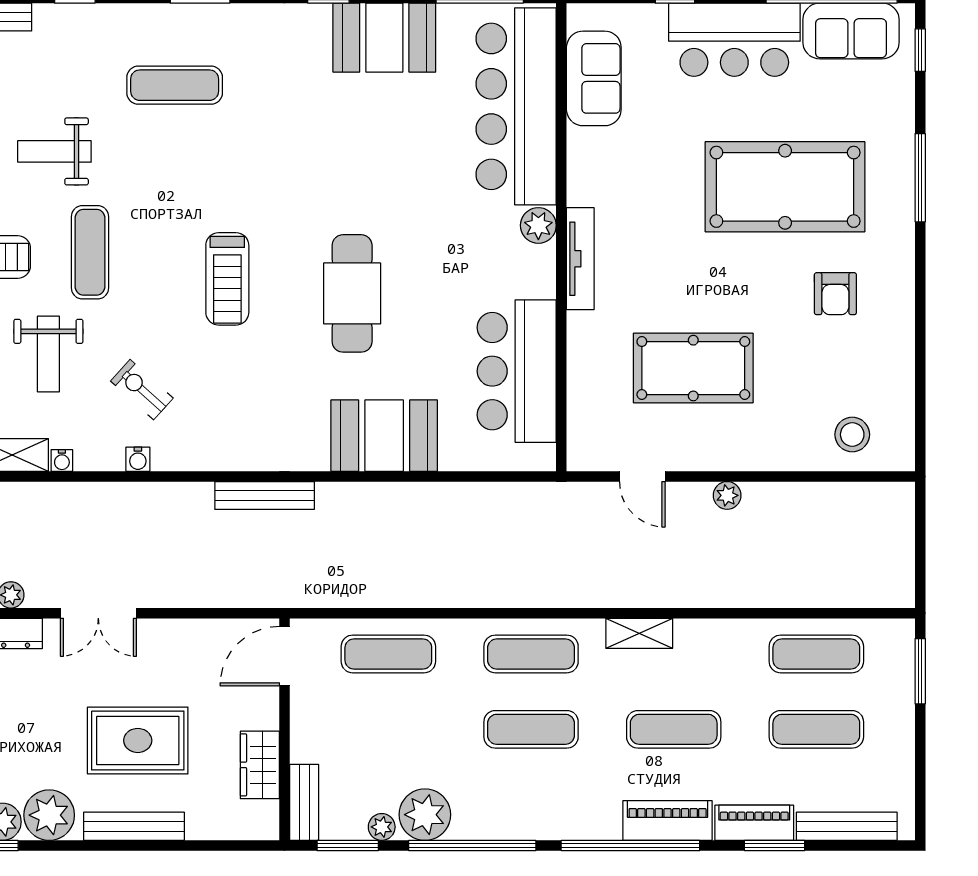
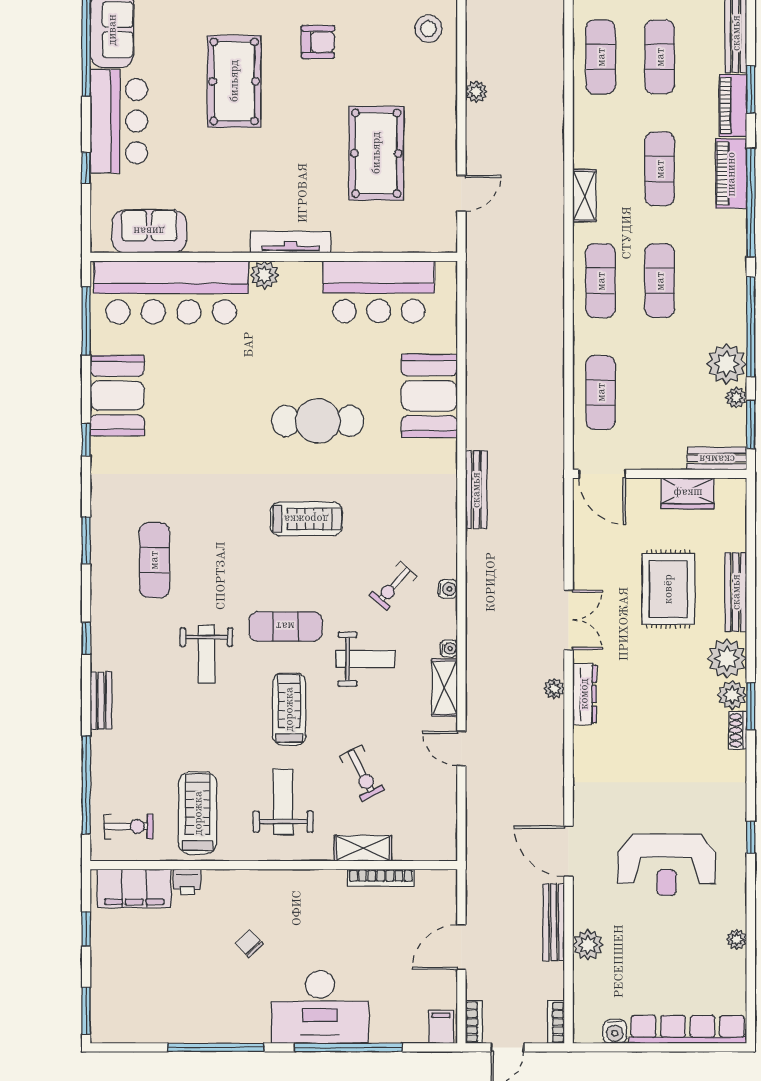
pool table: (785, 187) -> (234, 81), width x0.73, depth x0.76
plant: (727, 495) -> (476, 92), moved

